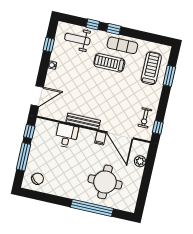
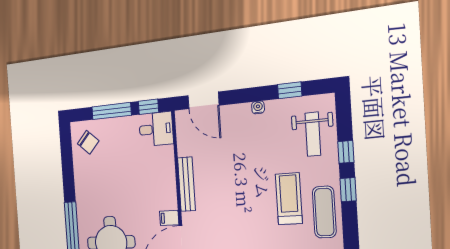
weight bench: (77, 39) -> (313, 134), turned 180
desk: (66, 136) -> (156, 129), moved

